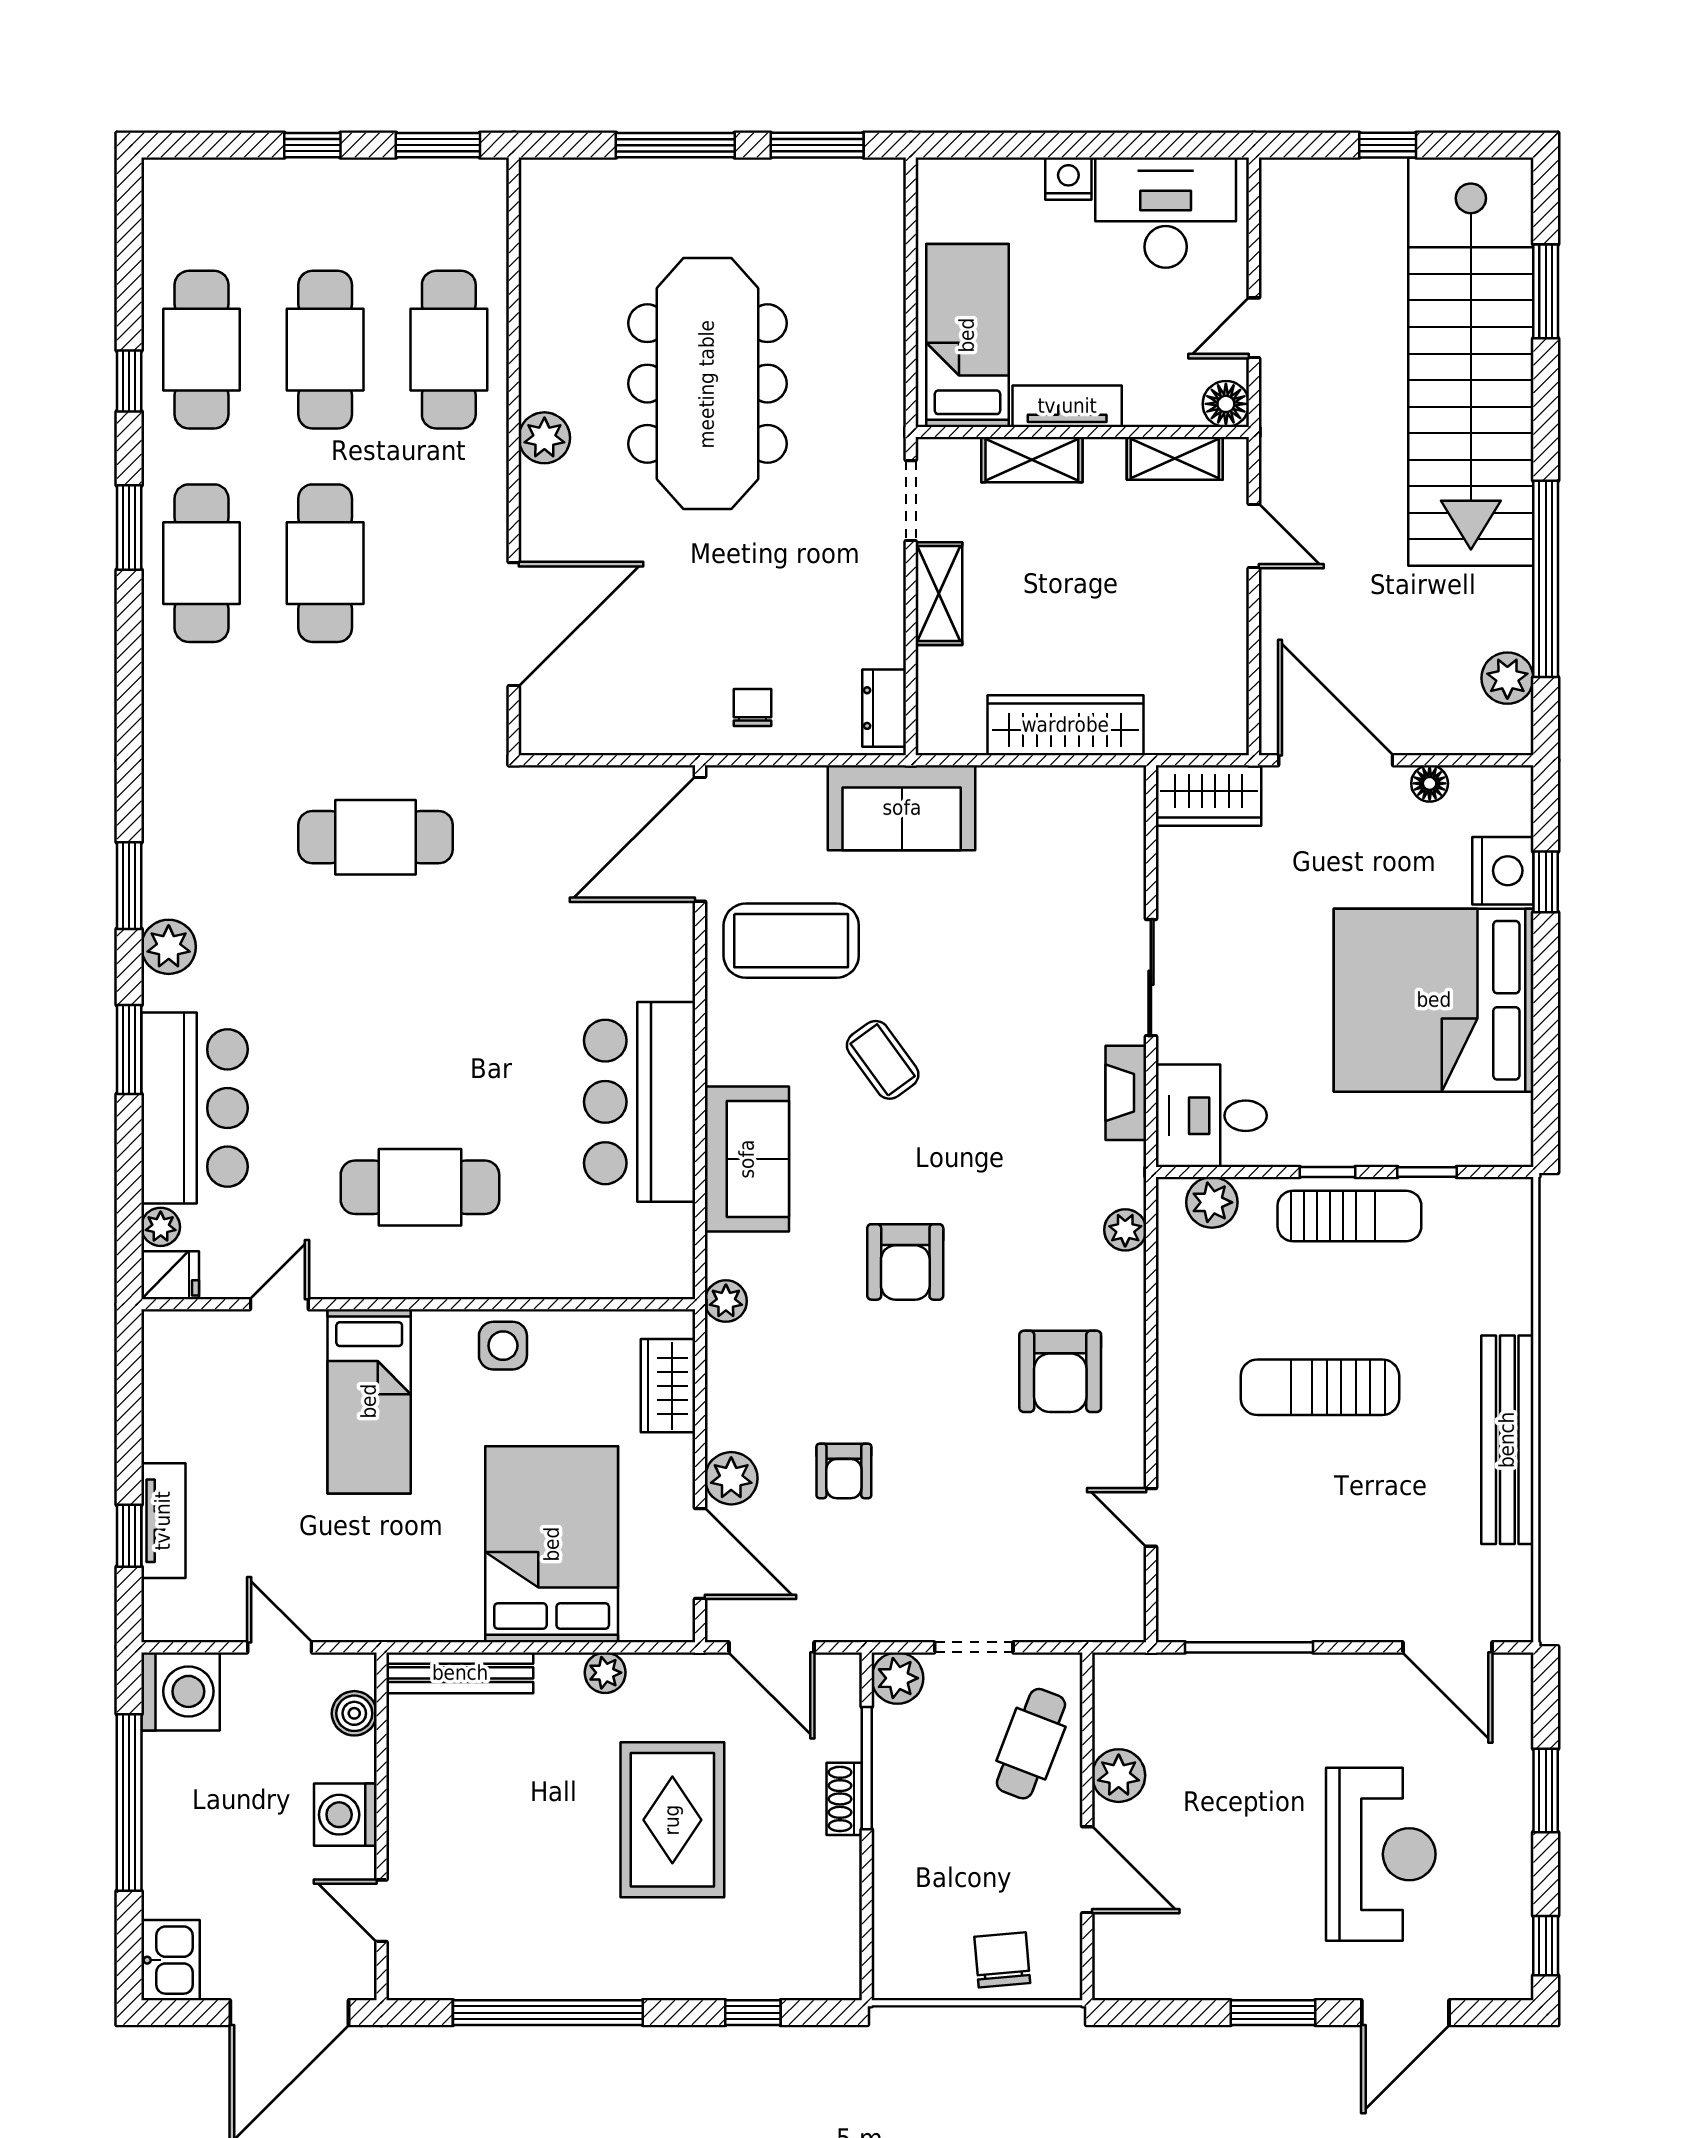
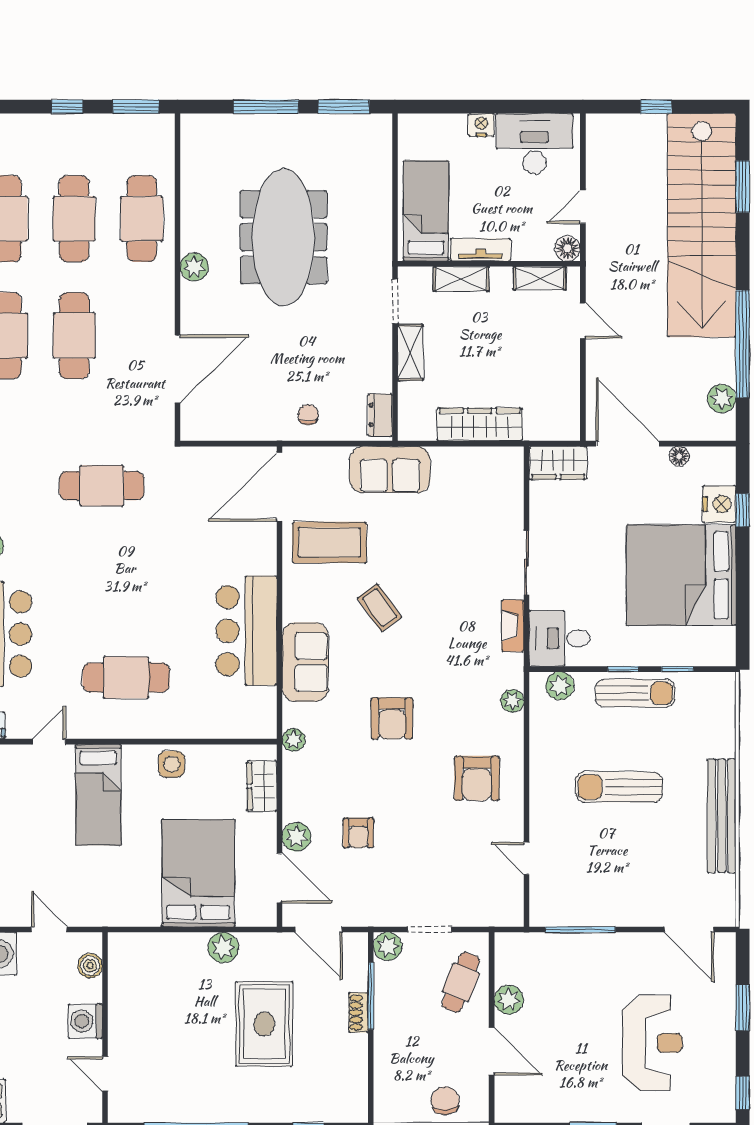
bench: (460, 1673) -> (148, 943), removed
plant: (605, 1673) -> (223, 948), width x1.38, depth x1.38

